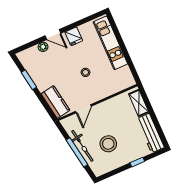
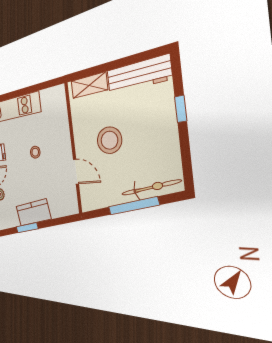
kitchen counter: (55, 102) -> (33, 213), moved
stool: (108, 144) -> (109, 140), moved
bicycle: (82, 146) -> (150, 188), moved

